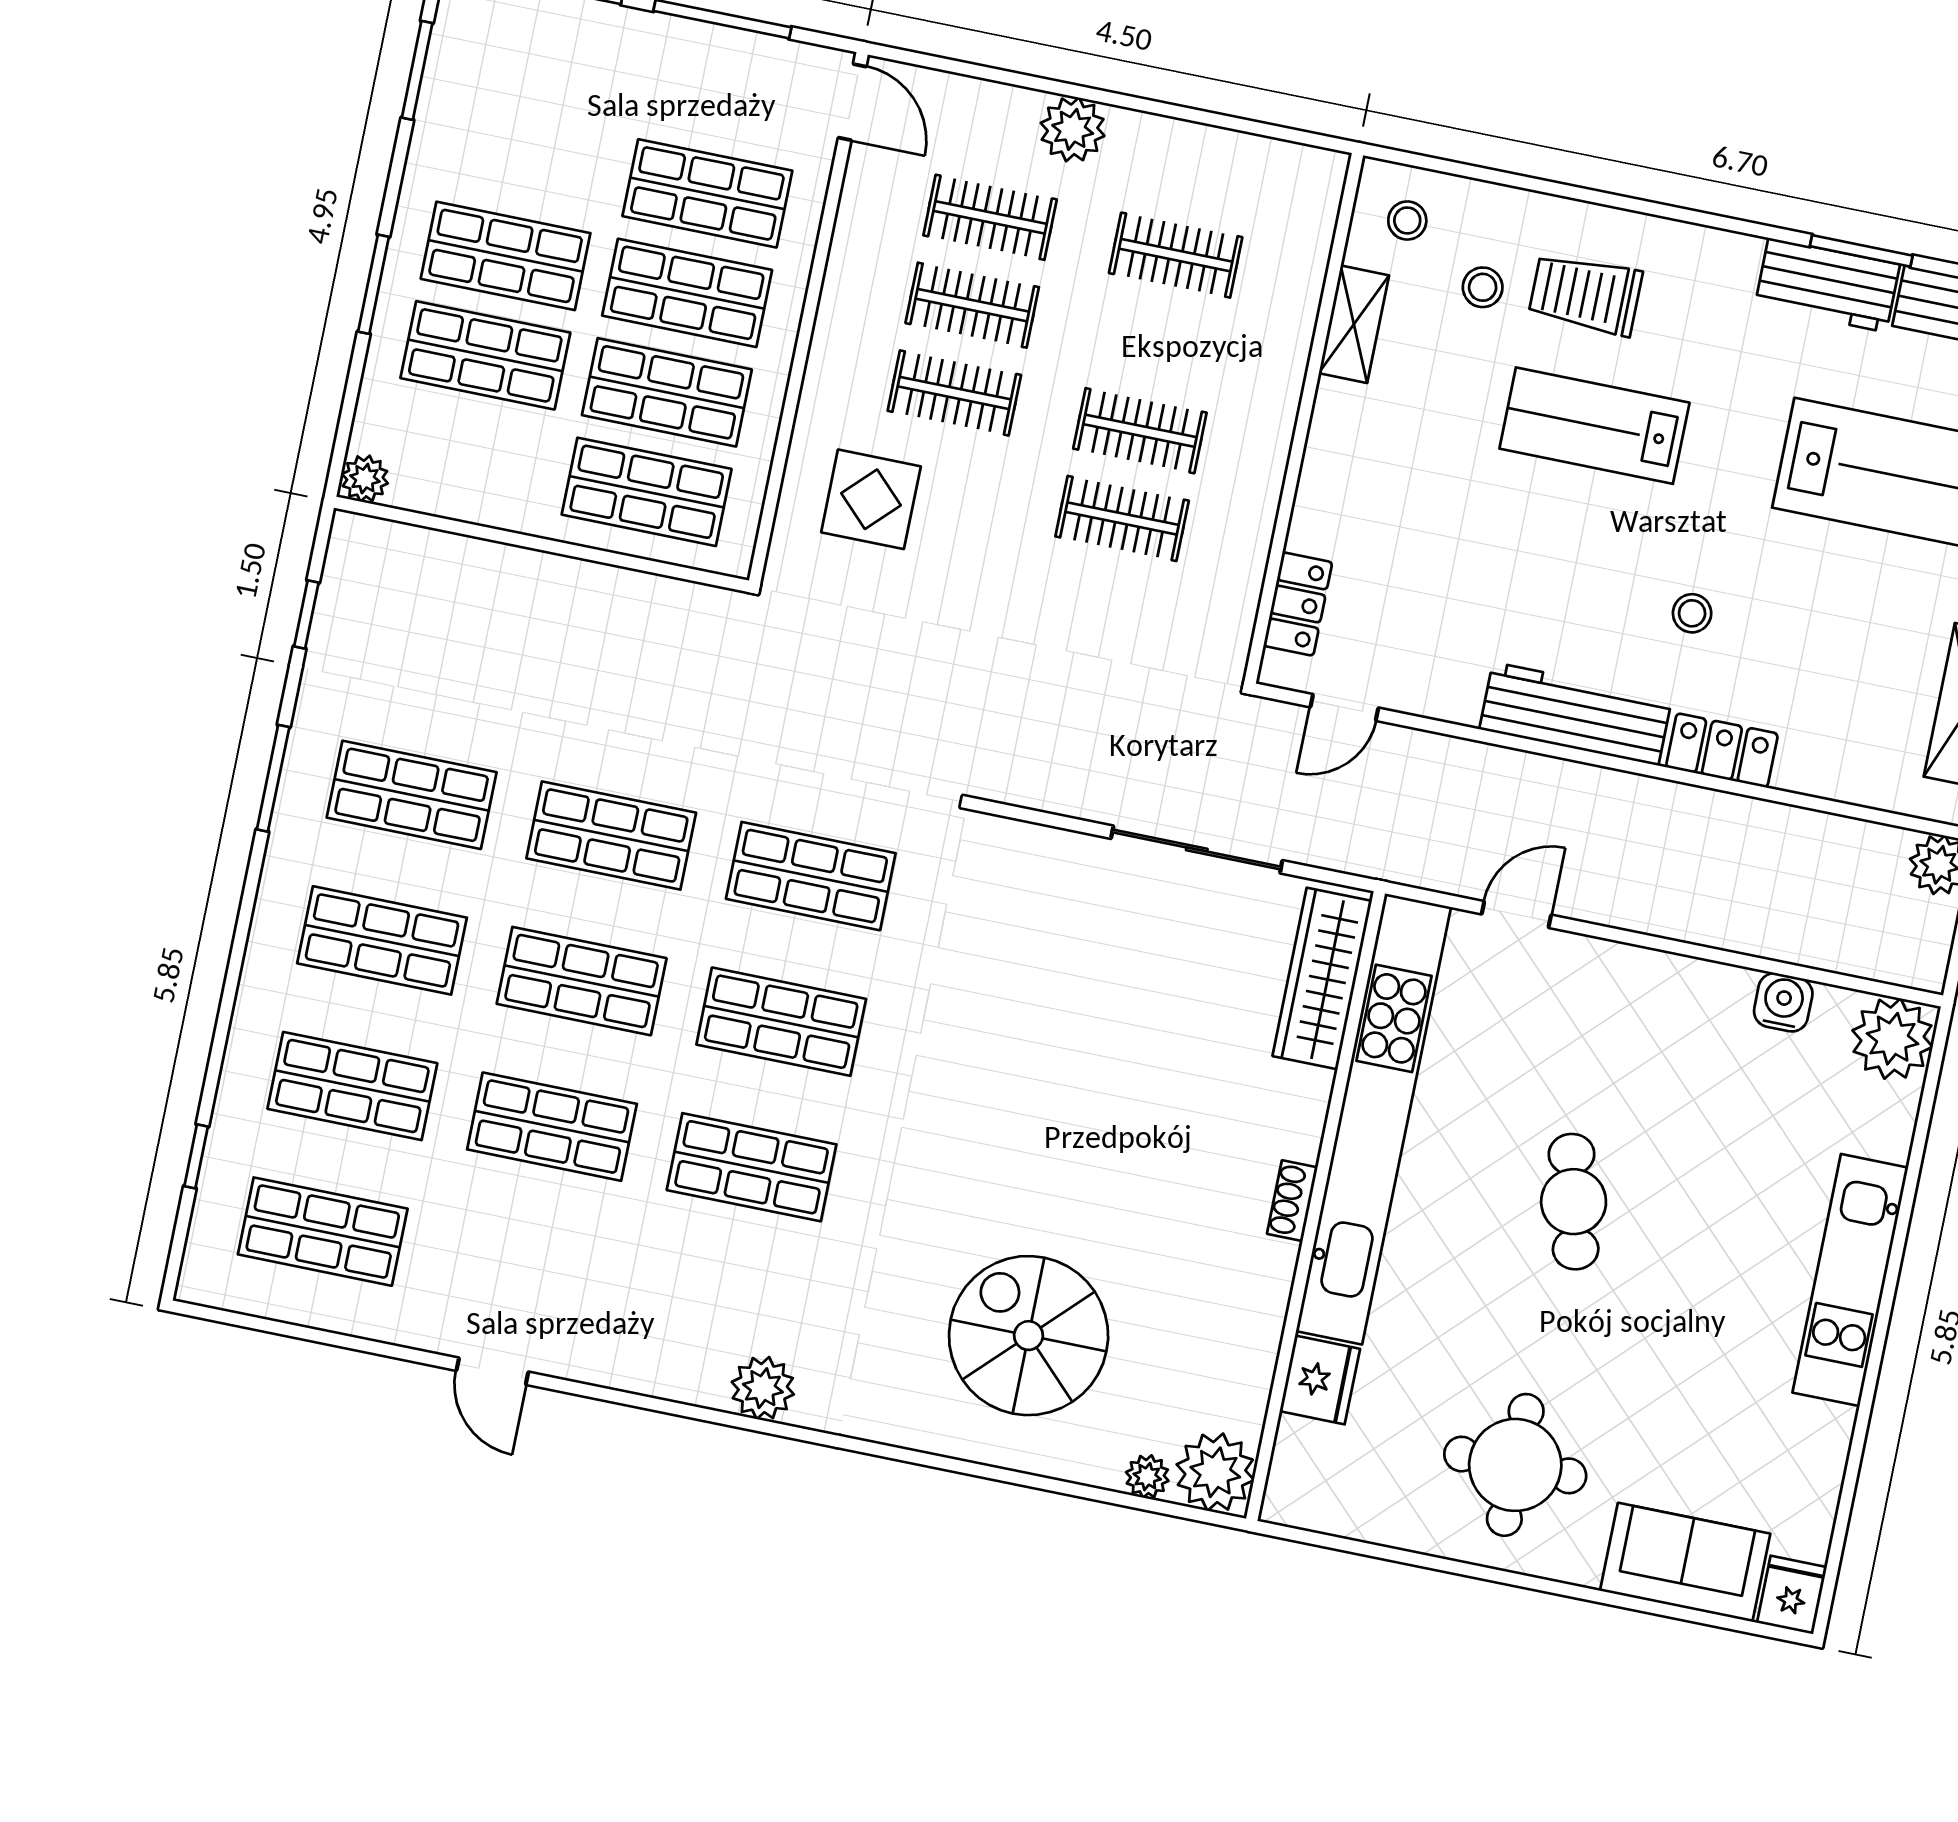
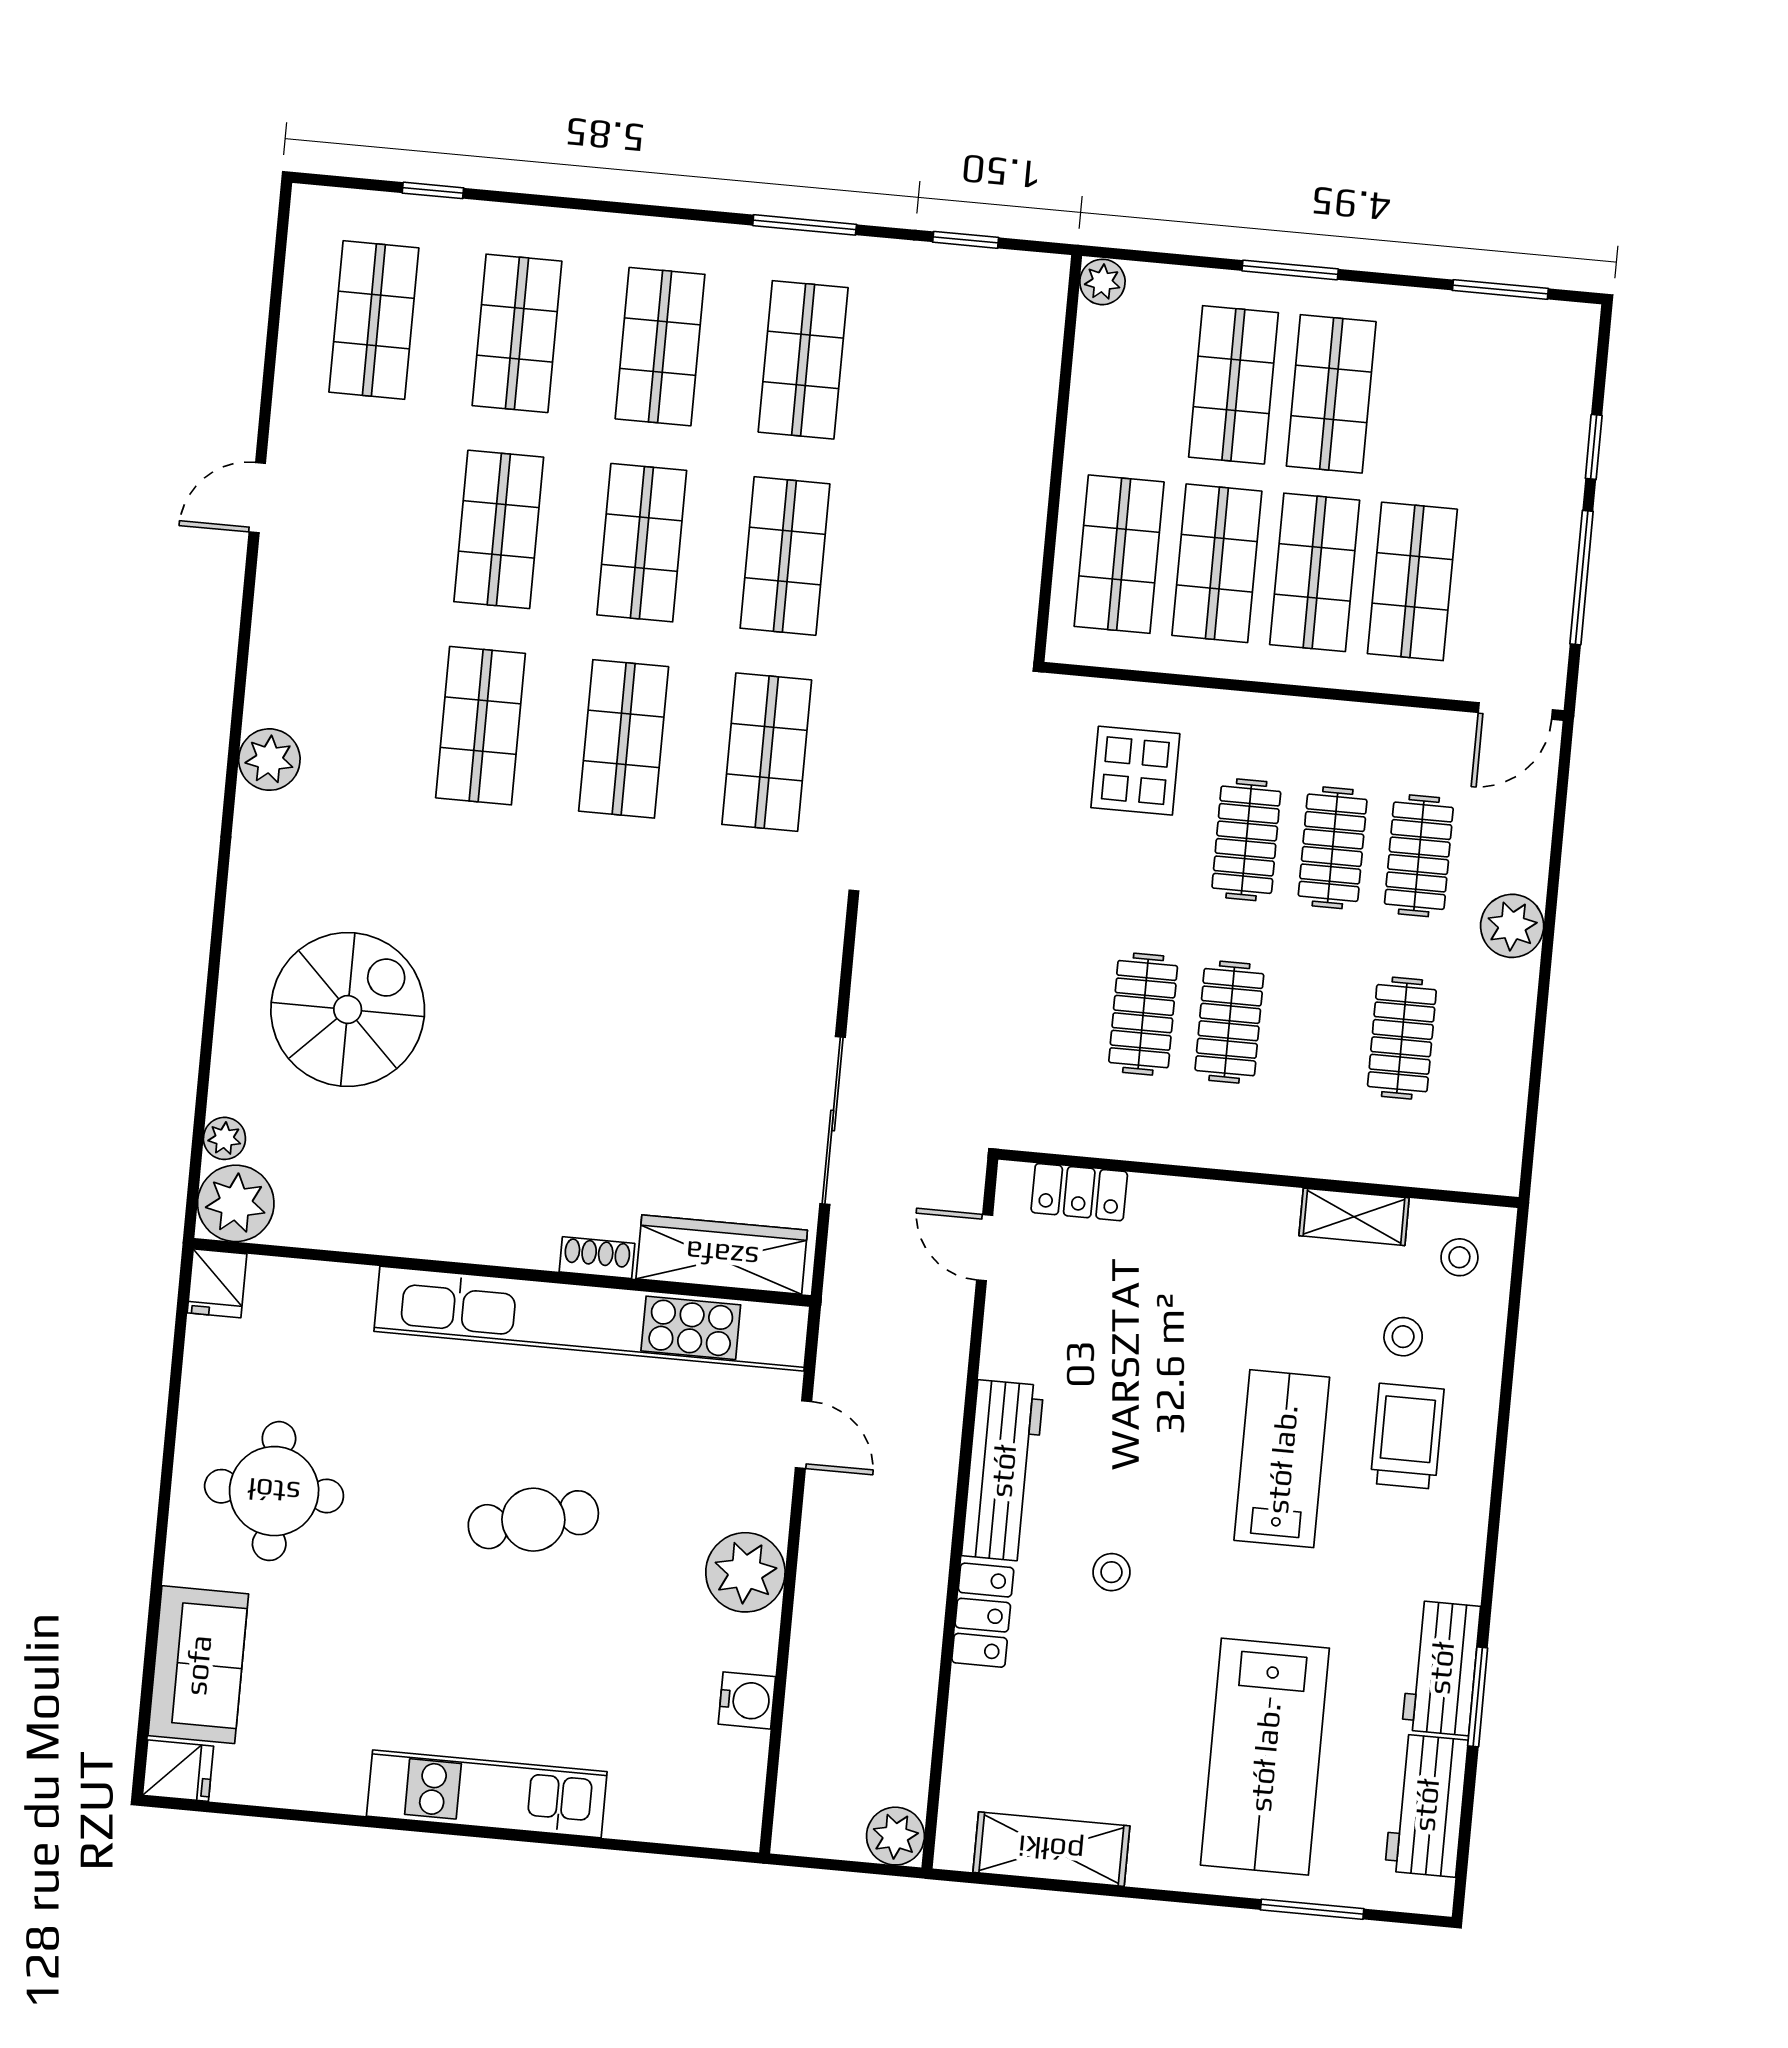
plant: (1893, 1039) -> (745, 1572), moved
shoe rack: (1292, 1201) -> (597, 1258), moved
fridge: (1320, 1380) -> (217, 1283), moved, width x0.72

